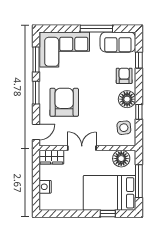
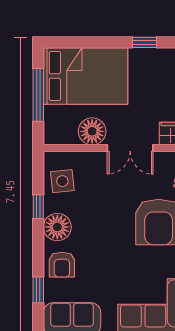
floor lamp: (121, 159) -> (92, 131), moved
window: (108, 214) -> (145, 42), moved

